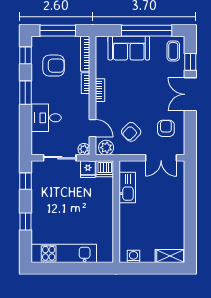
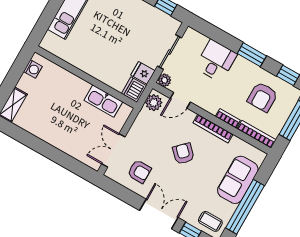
bookcase: (100, 90) -> (213, 128), width x1.56
armchair: (131, 132) -> (183, 154), moved

